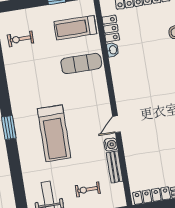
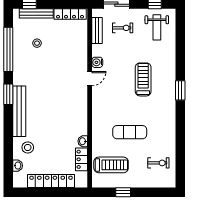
exercise mat: (81, 64) -> (130, 132), moved
treadmill: (54, 133) -> (143, 79), width x0.73, depth x0.73
bench: (115, 167) -> (97, 31), moved

